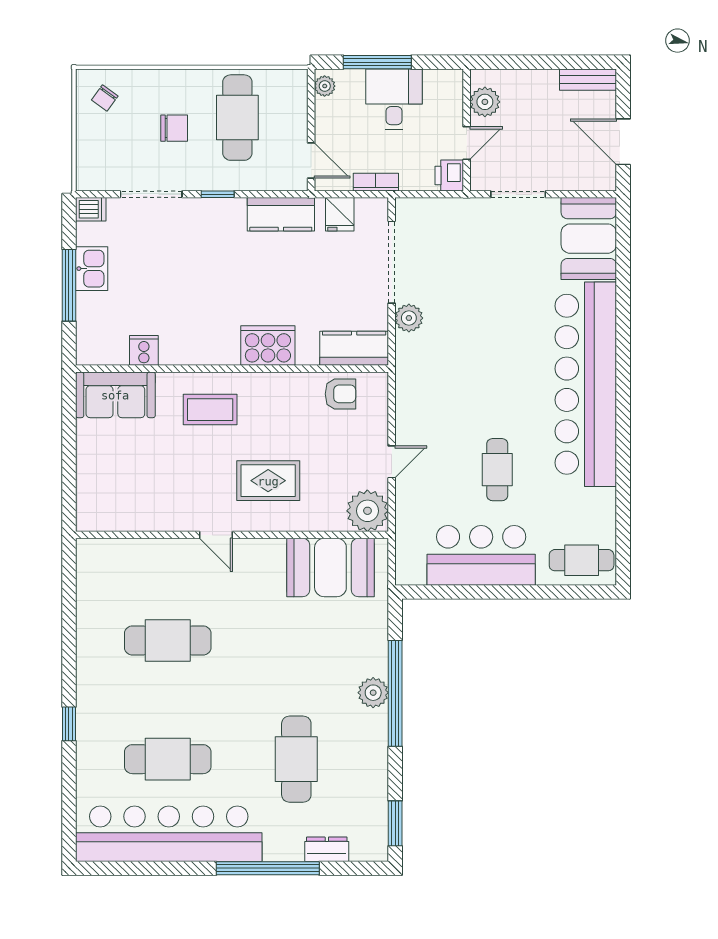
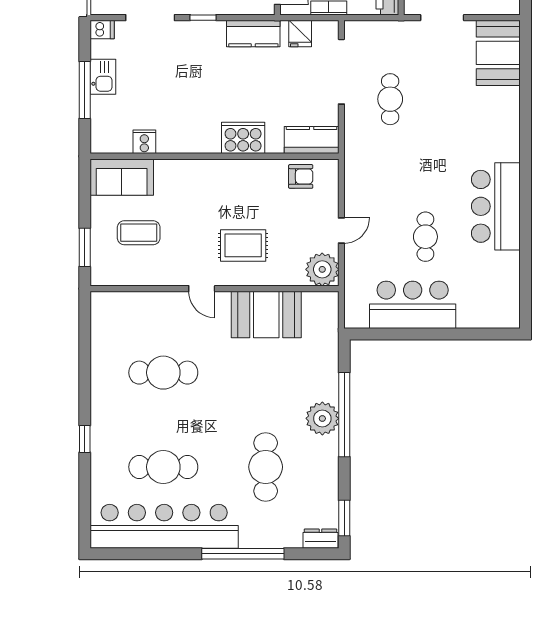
plant: (409, 318) -> (355, 116), removed
bar counter: (586, 384) -> (496, 206), width x0.54
coffee table: (210, 410) -> (139, 233), moved
window: (69, 483) -> (85, 247), added
cafe table: (582, 560) -> (390, 99), moved, turned 90
booth: (330, 567) -> (266, 314), moved
plant: (373, 693) -> (322, 418), width x1.36, depth x1.36
dresser: (327, 849) -> (320, 539), moved

